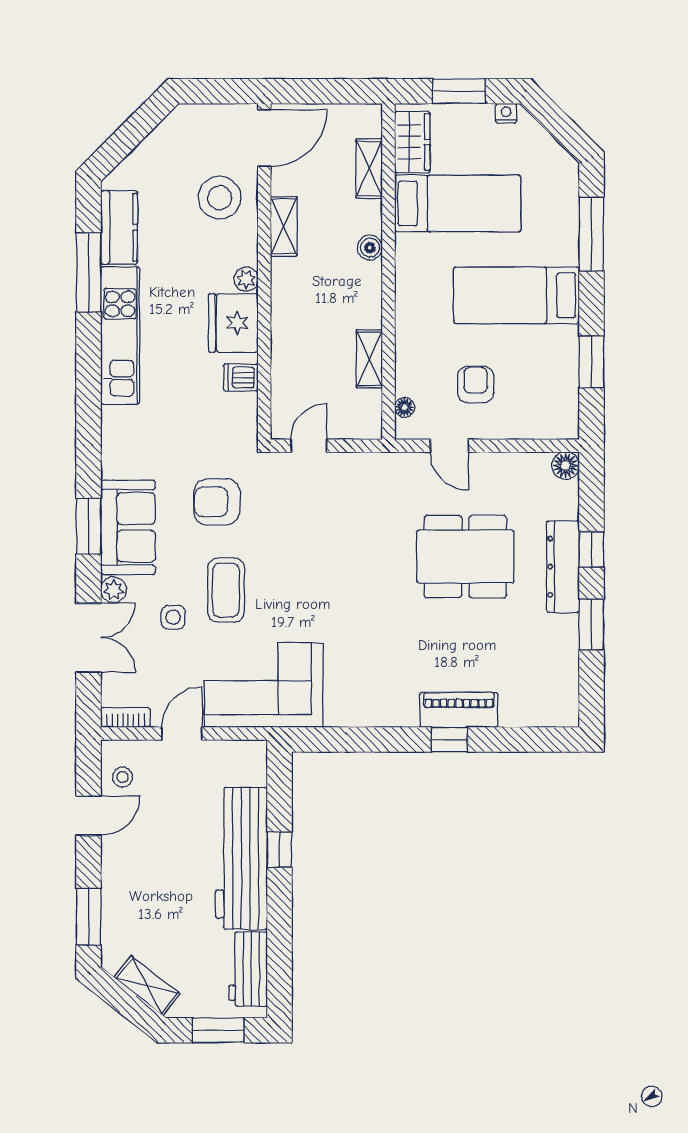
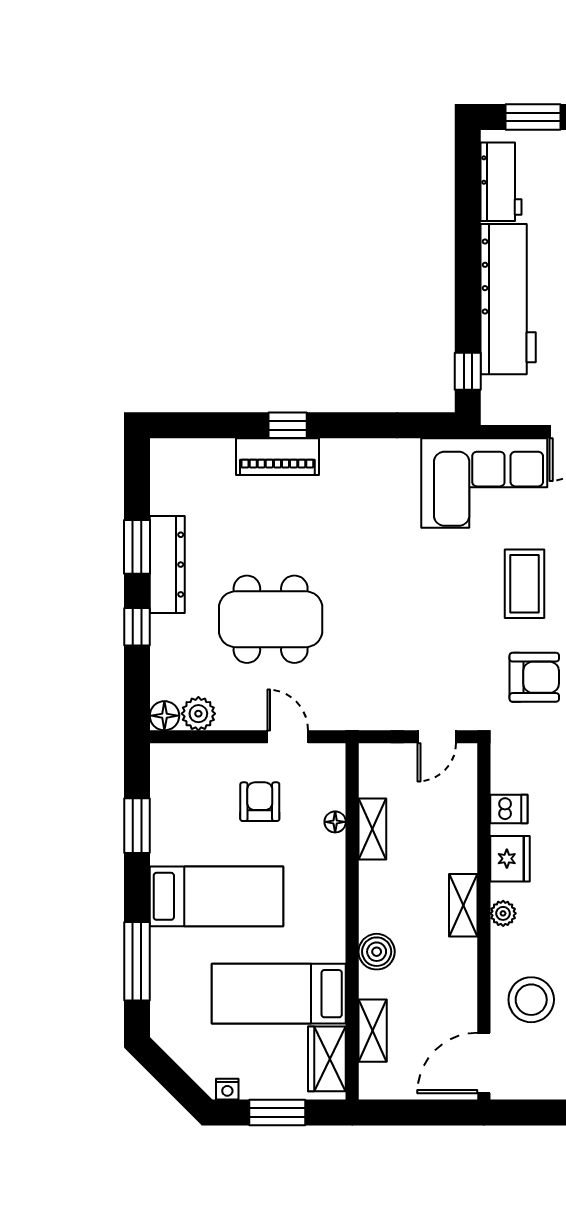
shelving: (284, 226) -> (463, 905), moved
boiler: (370, 248) -> (377, 952), width x1.36, depth x1.36
fridge: (233, 323) -> (510, 859), width x0.73, depth x0.75
armchair: (476, 385) -> (260, 802), turned 180
floor lamp: (405, 407) -> (335, 822), moved
plant: (534, 467) -> (198, 714), added
dresser: (563, 567) -> (167, 565), moved
window: (279, 850) -> (468, 371), moved

